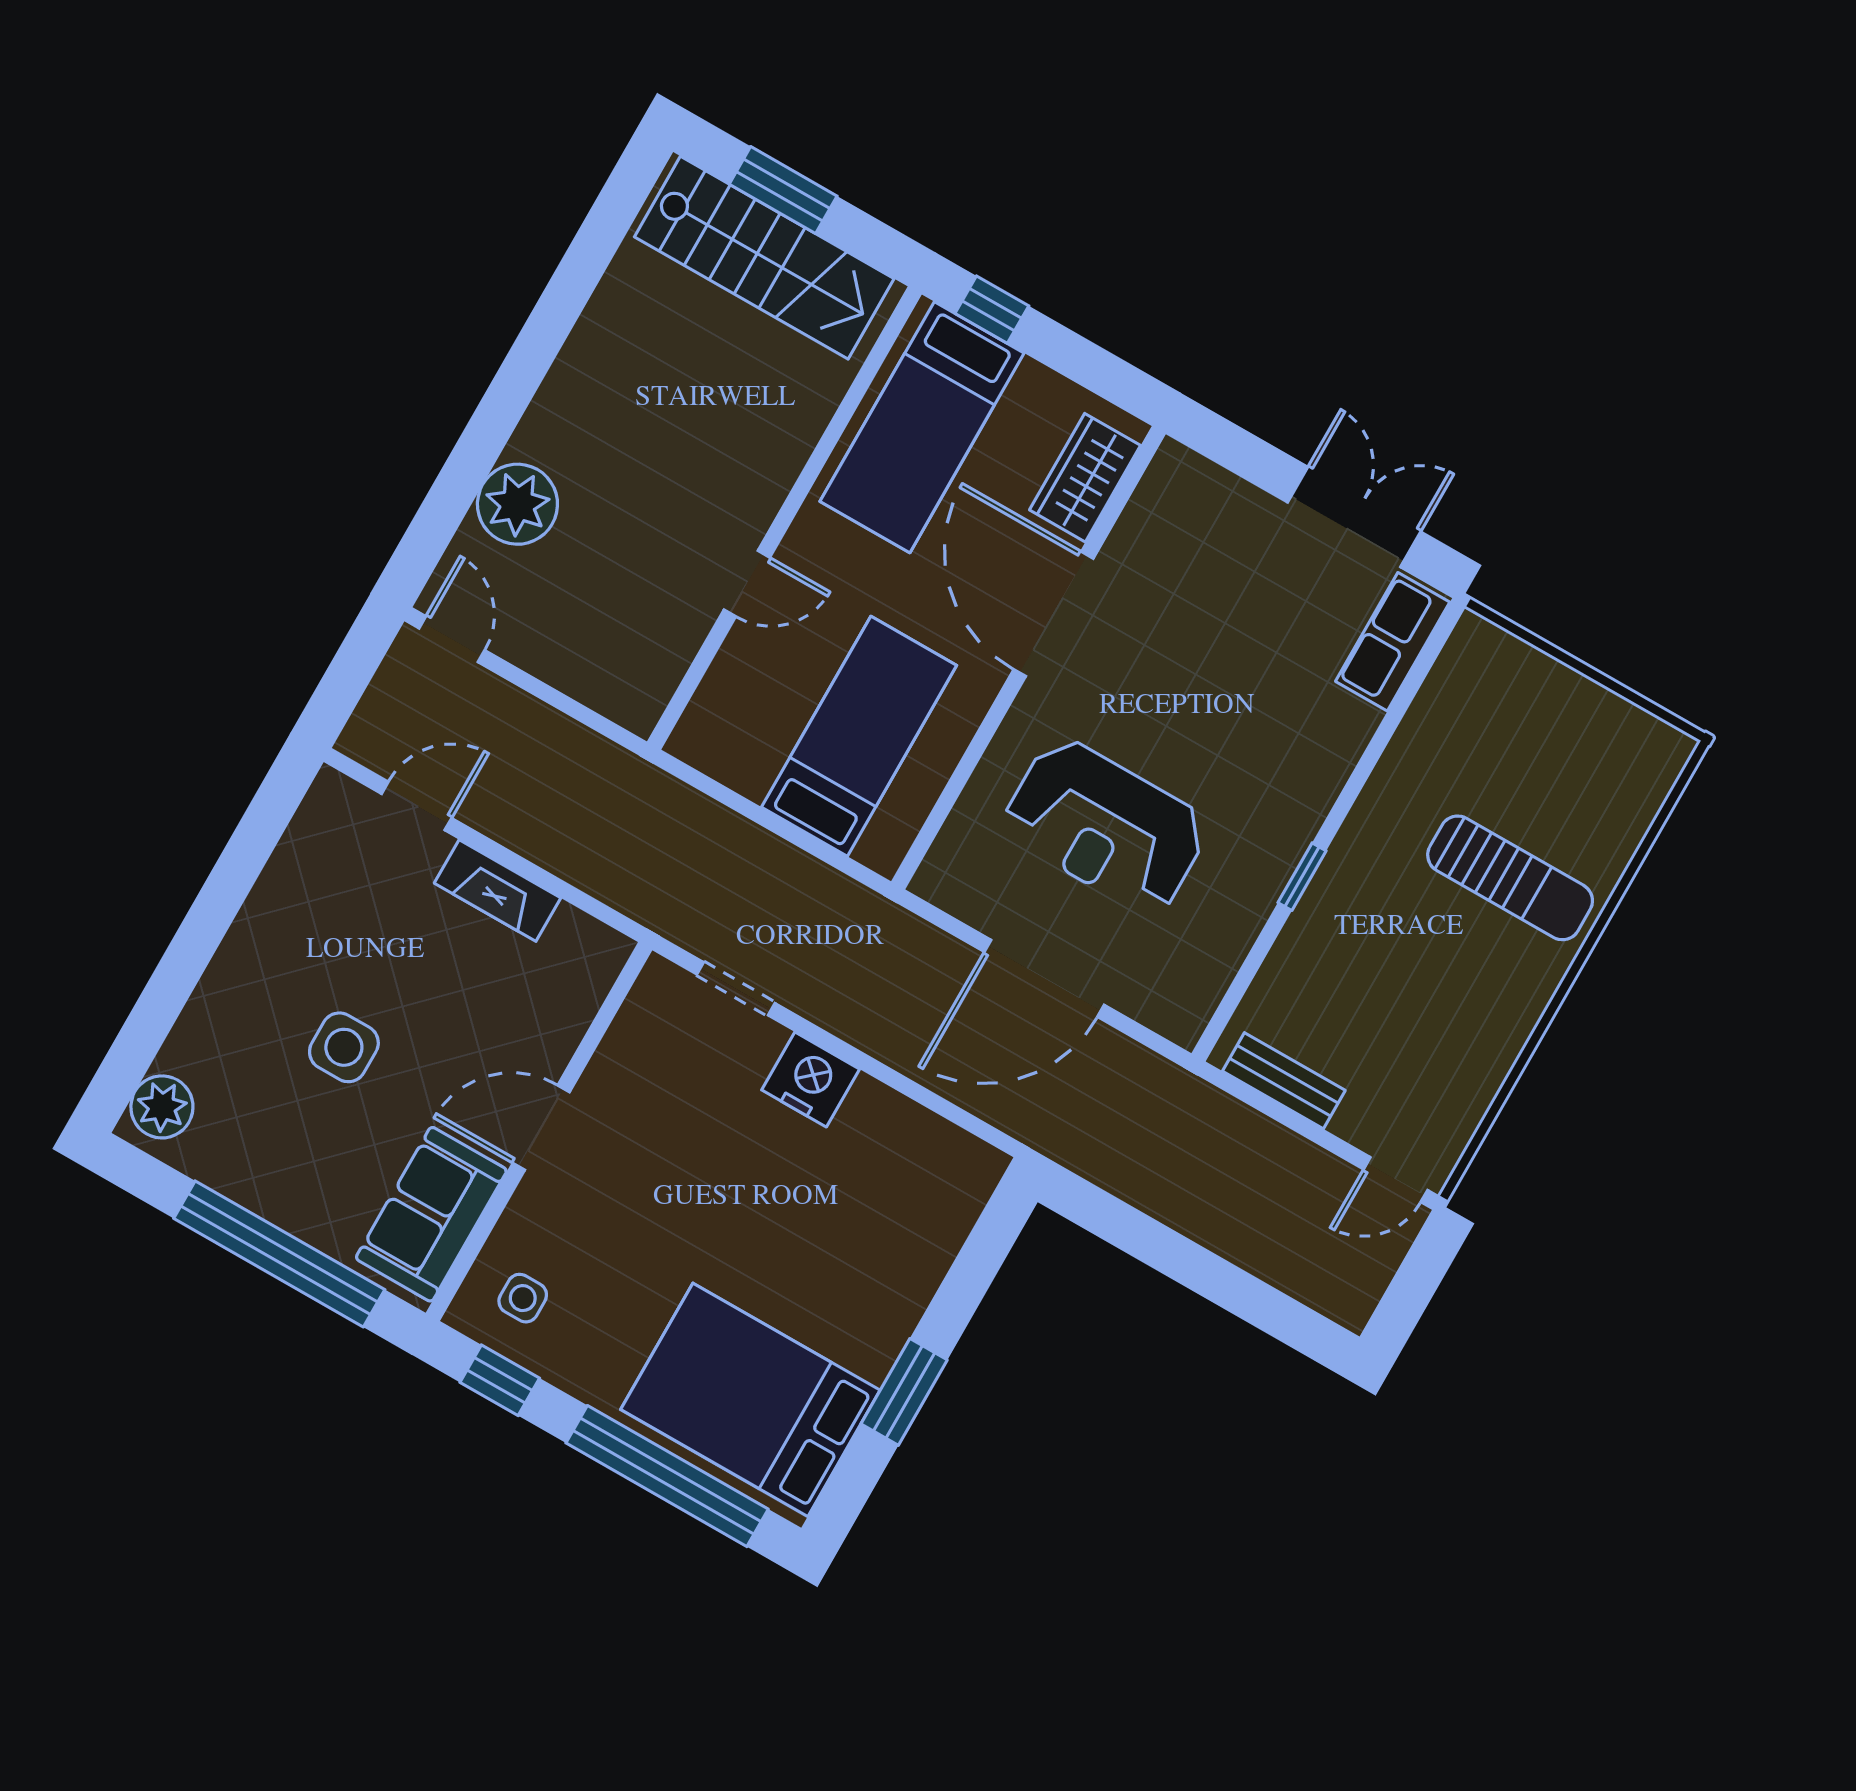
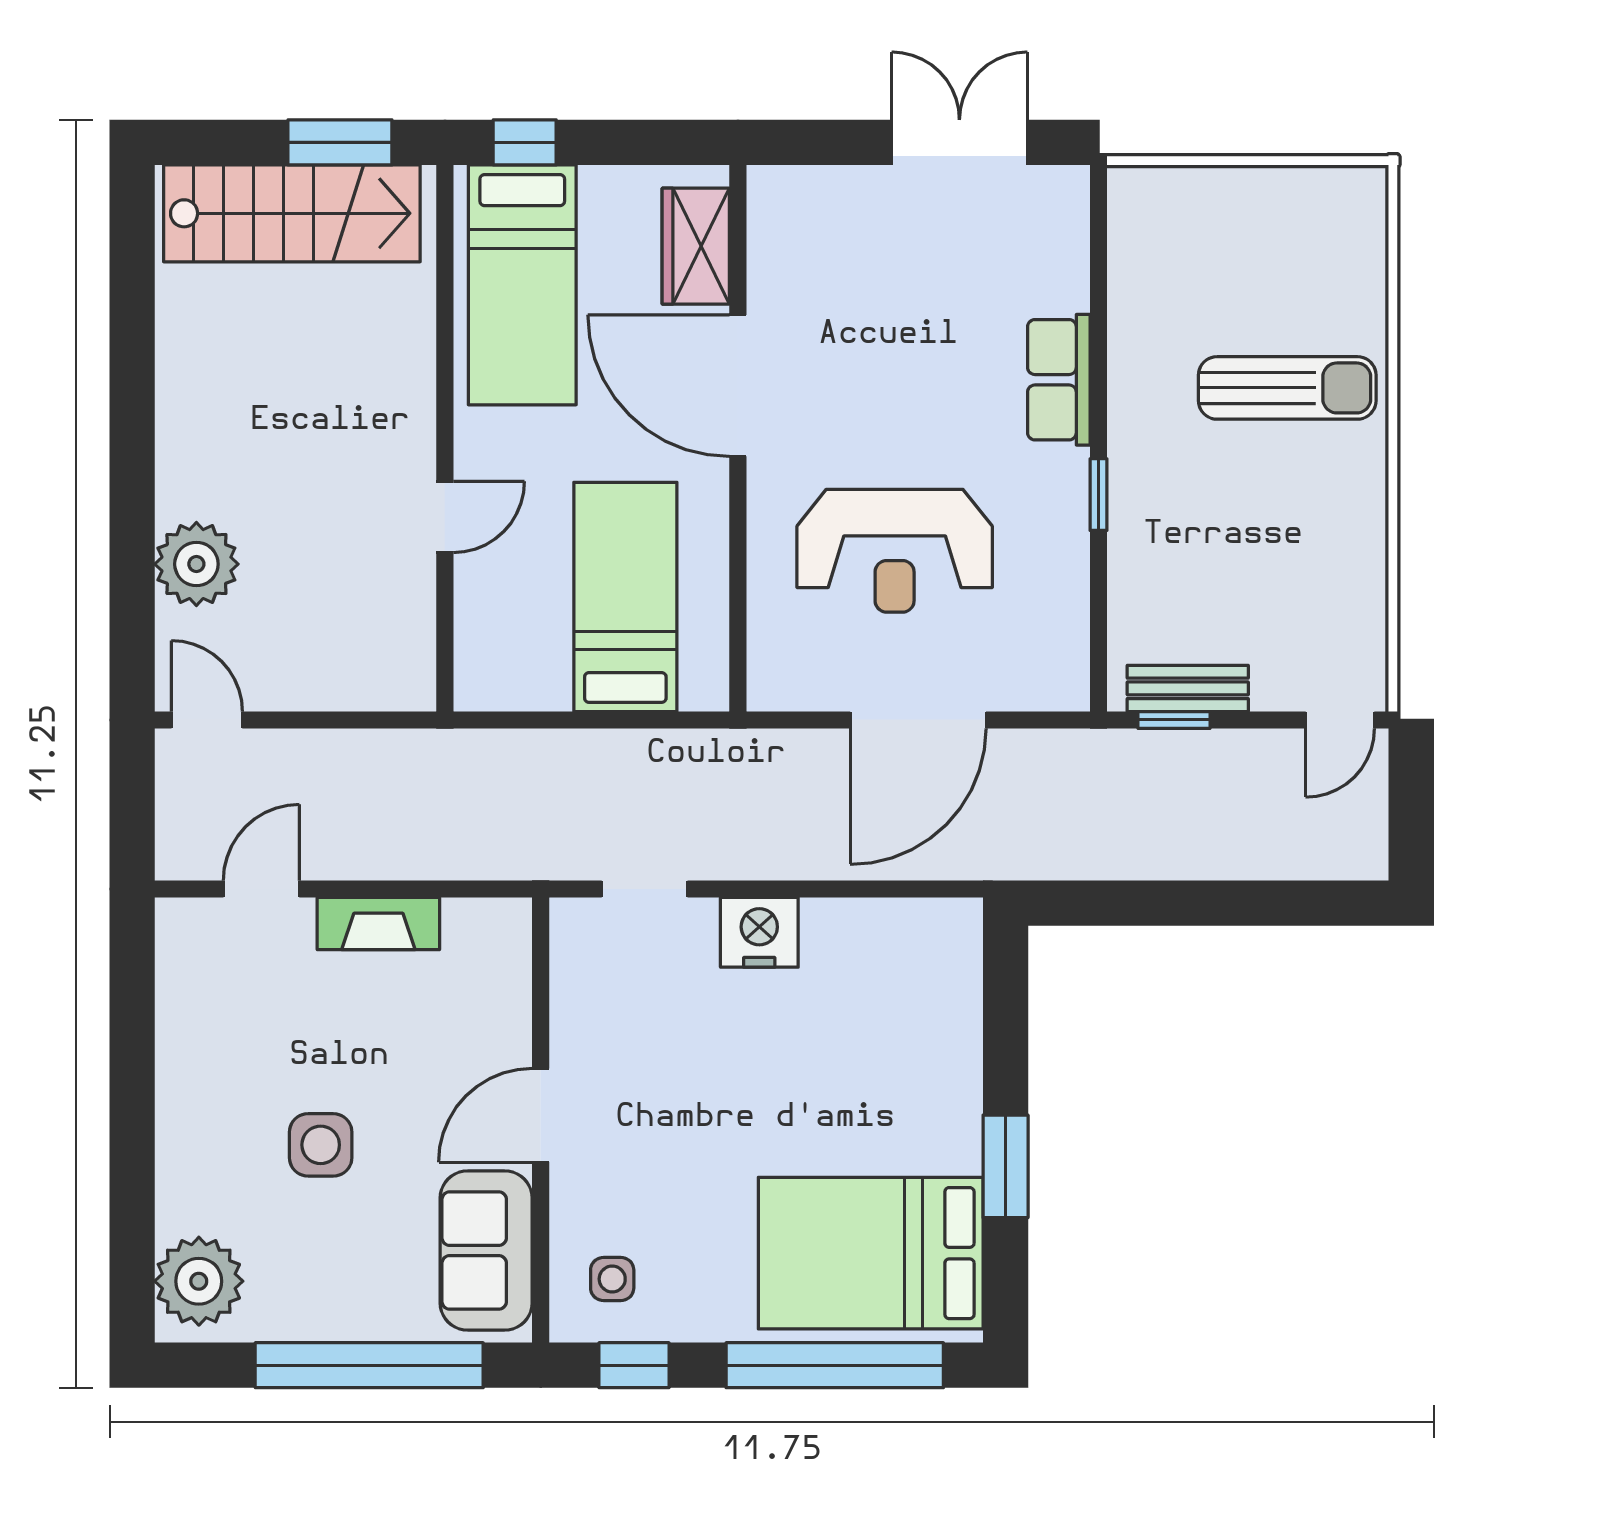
window: (783, 190) -> (340, 142), moved
row of seats: (1393, 642) -> (1059, 380), moved
window: (1257, 1100) -> (1174, 720), added
plant: (162, 1107) -> (199, 1281), width x1.36, depth x1.36

